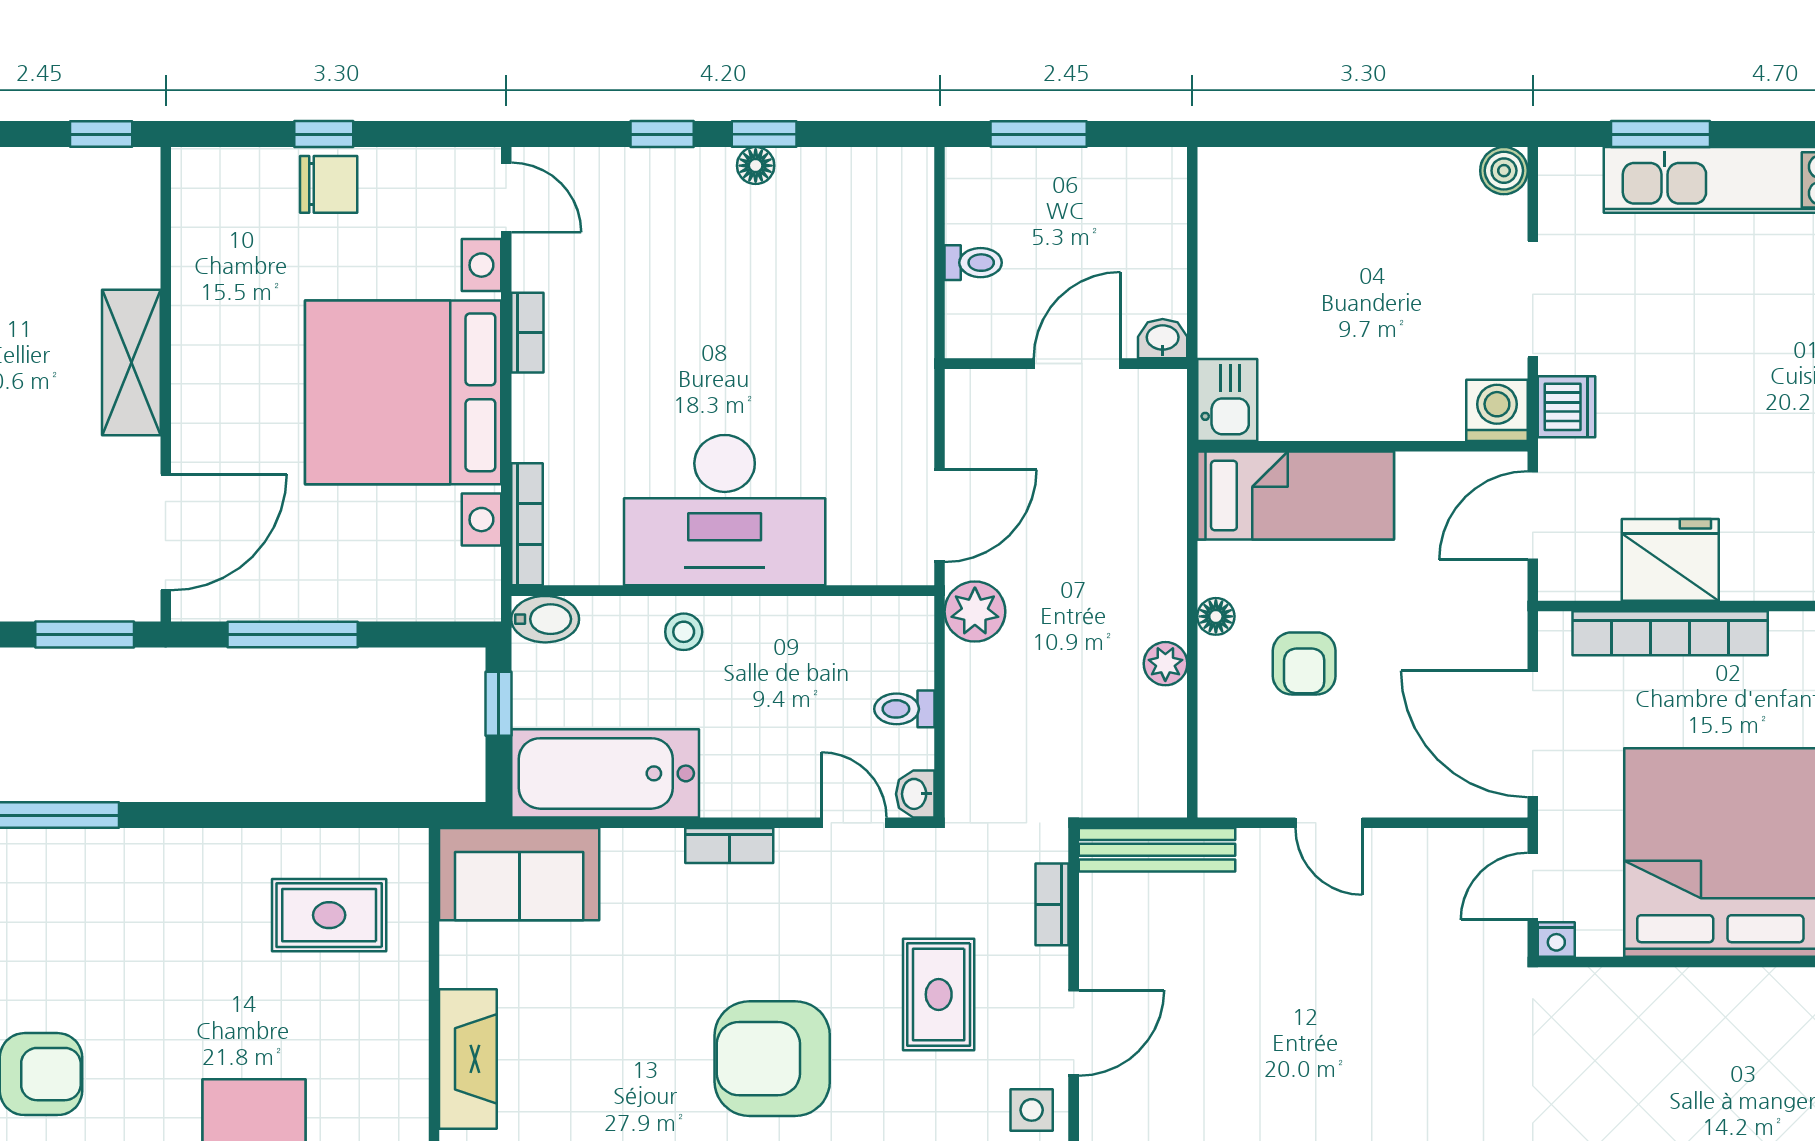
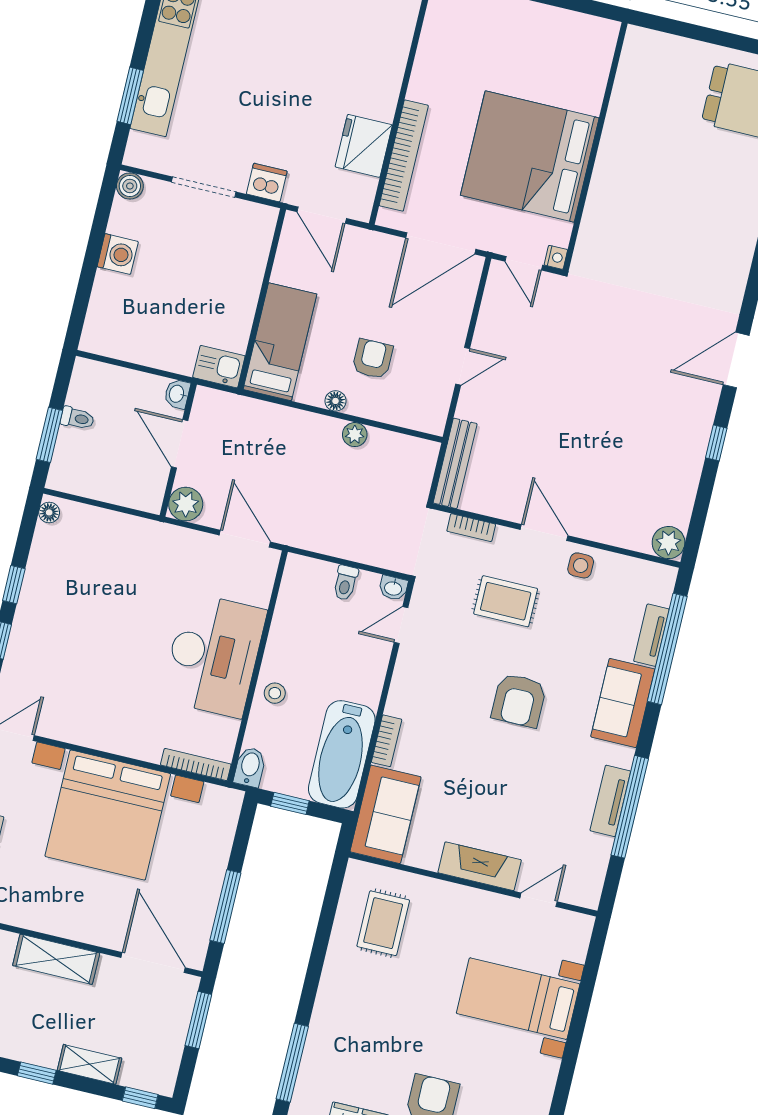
floor lamp: (756, 166) -> (49, 512), moved
toilet: (973, 263) -> (77, 418), moved, turned 90
bookcase: (527, 333) -> (91, 739), removed
washing machine: (1497, 410) -> (118, 254), moved, turned 180
plant: (975, 612) -> (186, 504), moved
armchair: (1304, 663) -> (373, 359), turned -90
bookcase: (729, 846) -> (387, 741), moved
armchair: (772, 1059) -> (519, 700), width x0.73, depth x0.73

